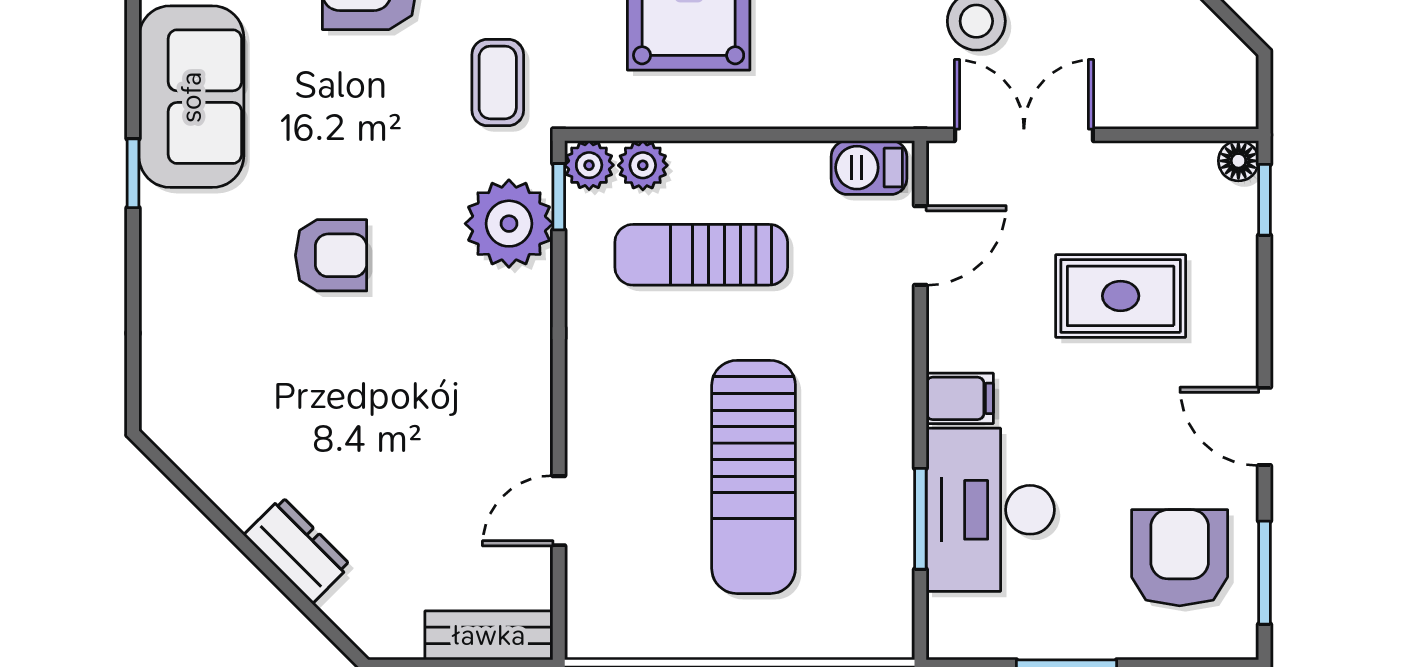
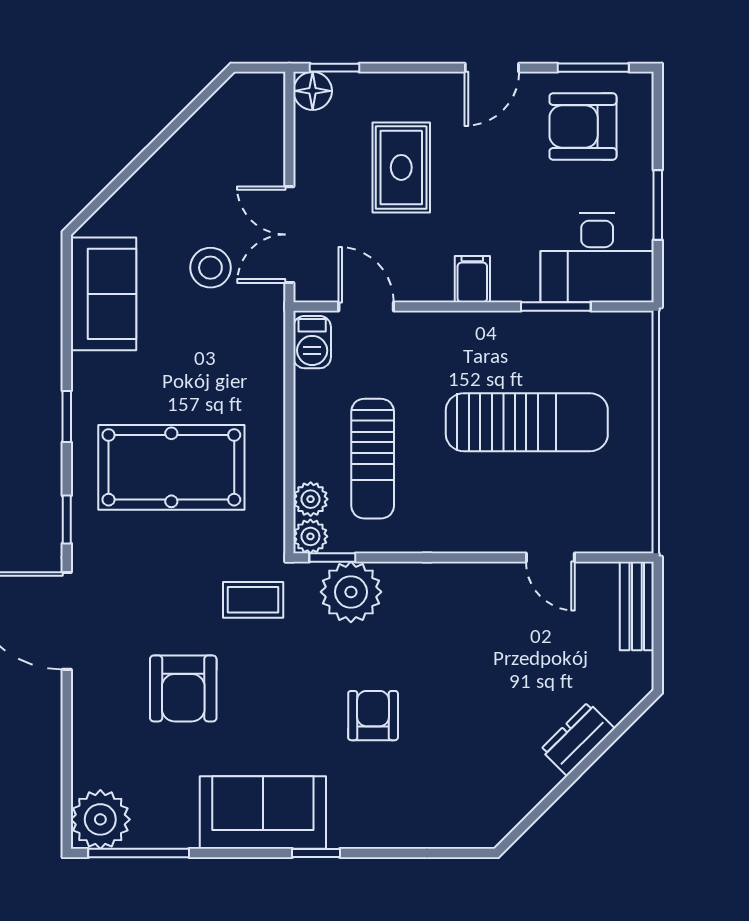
floor lamp: (1238, 161) -> (313, 91), width x1.37, depth x1.37
desk: (990, 510) -> (597, 258), moved

